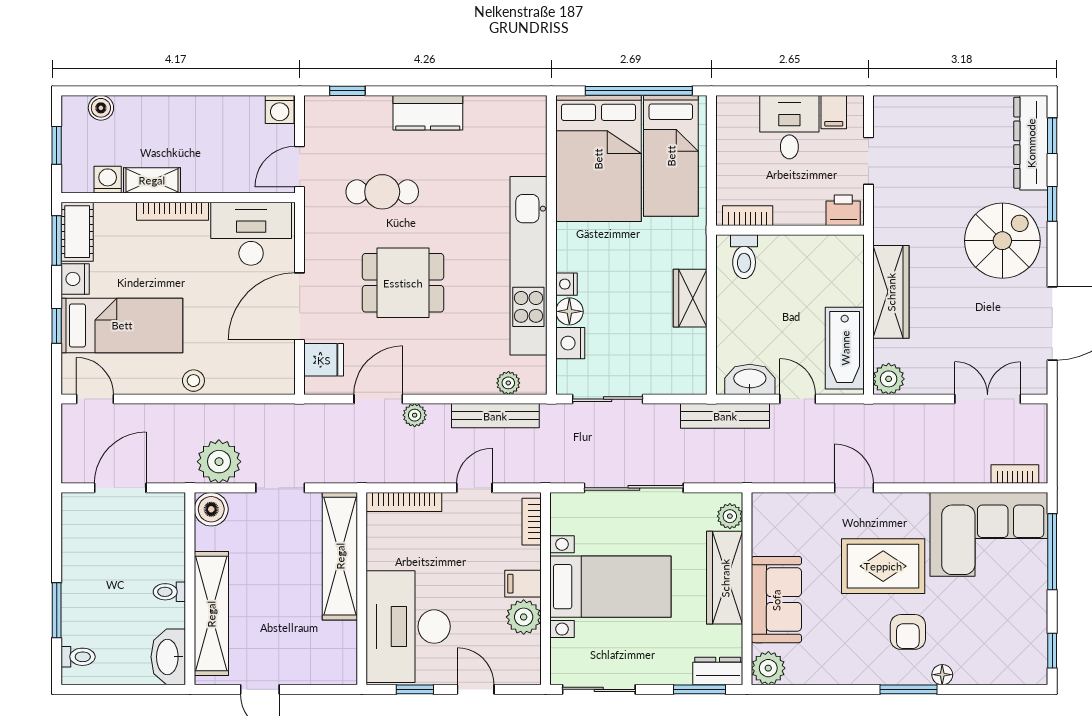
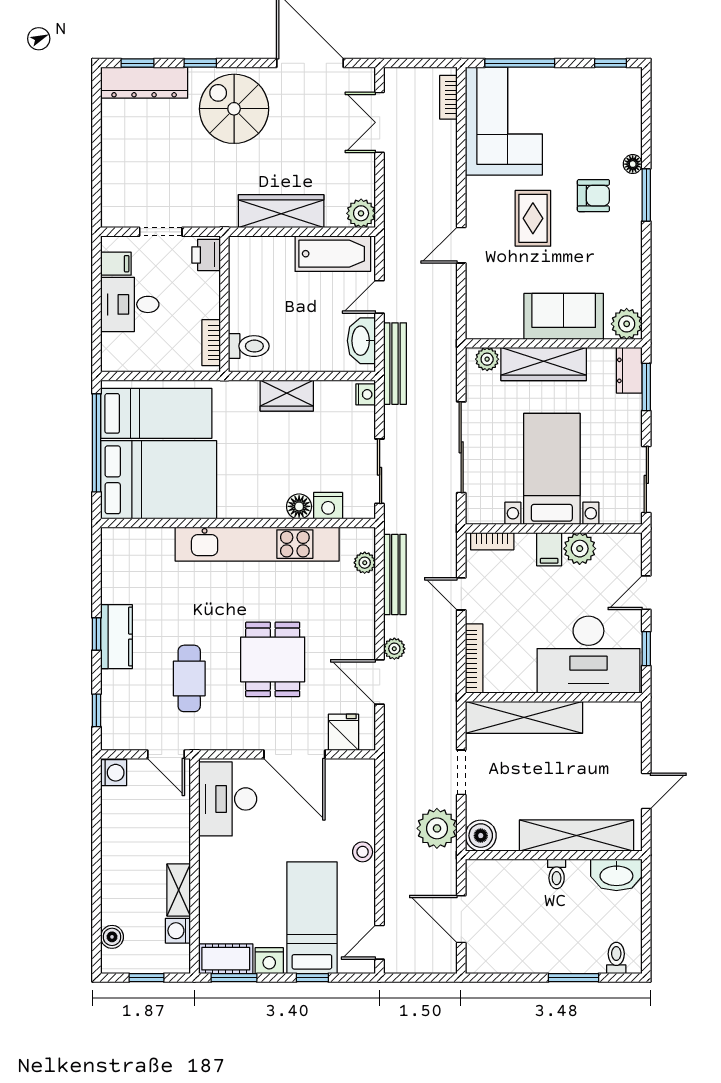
window: (431, 91) -> (96, 634), added
bookcase: (173, 211) -> (207, 871), removed
nightstand: (567, 284) -> (366, 394), moved, turned -90
rug: (883, 566) -> (533, 218), width x0.73, depth x0.70

